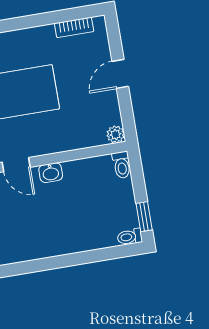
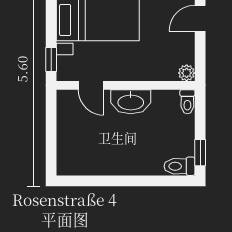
washbasin: (51, 173) -> (131, 102), width x1.91, depth x1.45
toilet: (130, 237) -> (179, 166), width x1.37, depth x1.39

